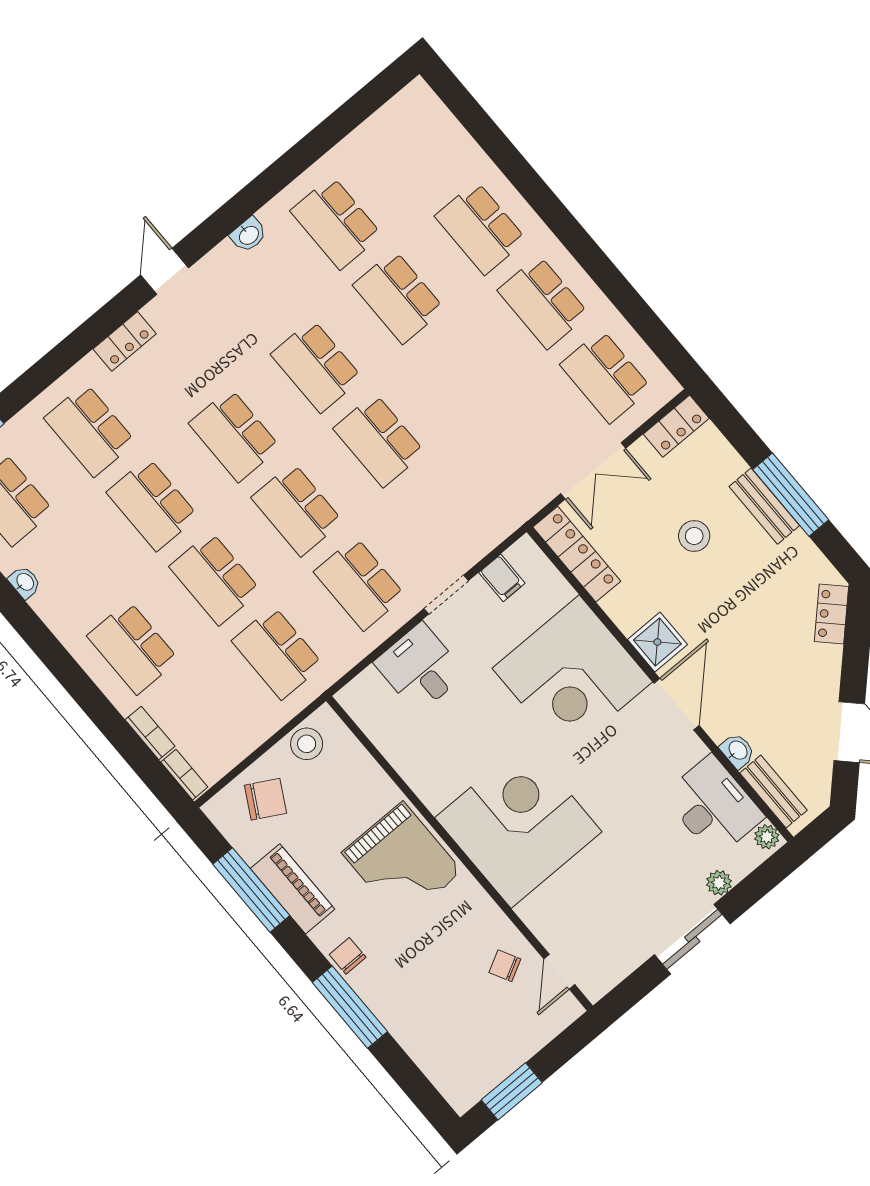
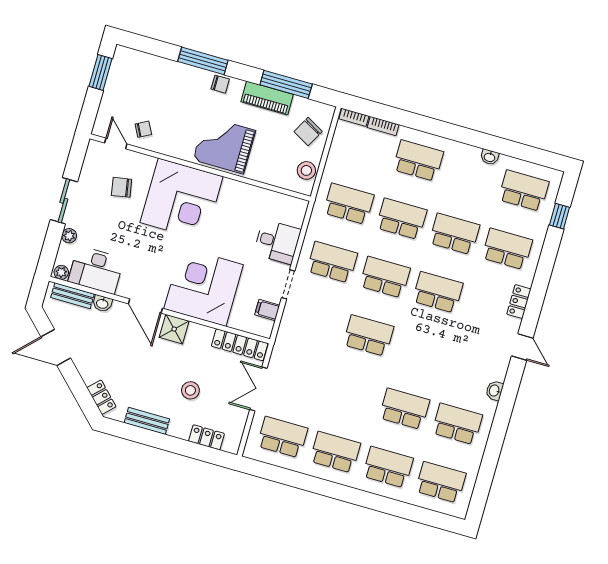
school desk: (317, 366) -> (441, 482), moved
locker: (676, 426) -> (206, 437), moved, turned 90
window: (791, 495) -> (158, 440), removed
bench: (764, 506) -> (147, 421), moved
chair: (594, 902) -> (122, 187), added

